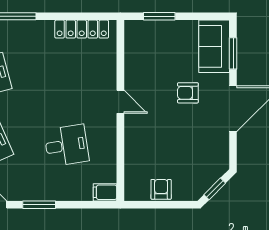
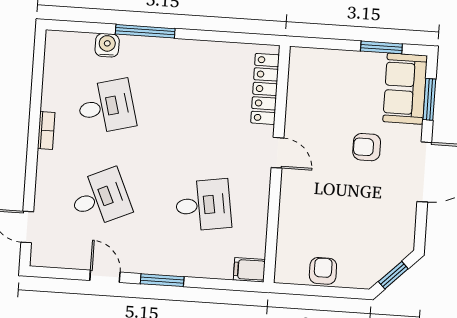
window: (159, 16) -> (381, 47), moved
locker: (82, 29) -> (265, 89), moved, turned 90

